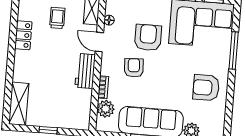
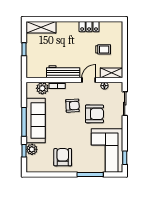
workbench: (85, 71) -> (63, 72), width x1.38

